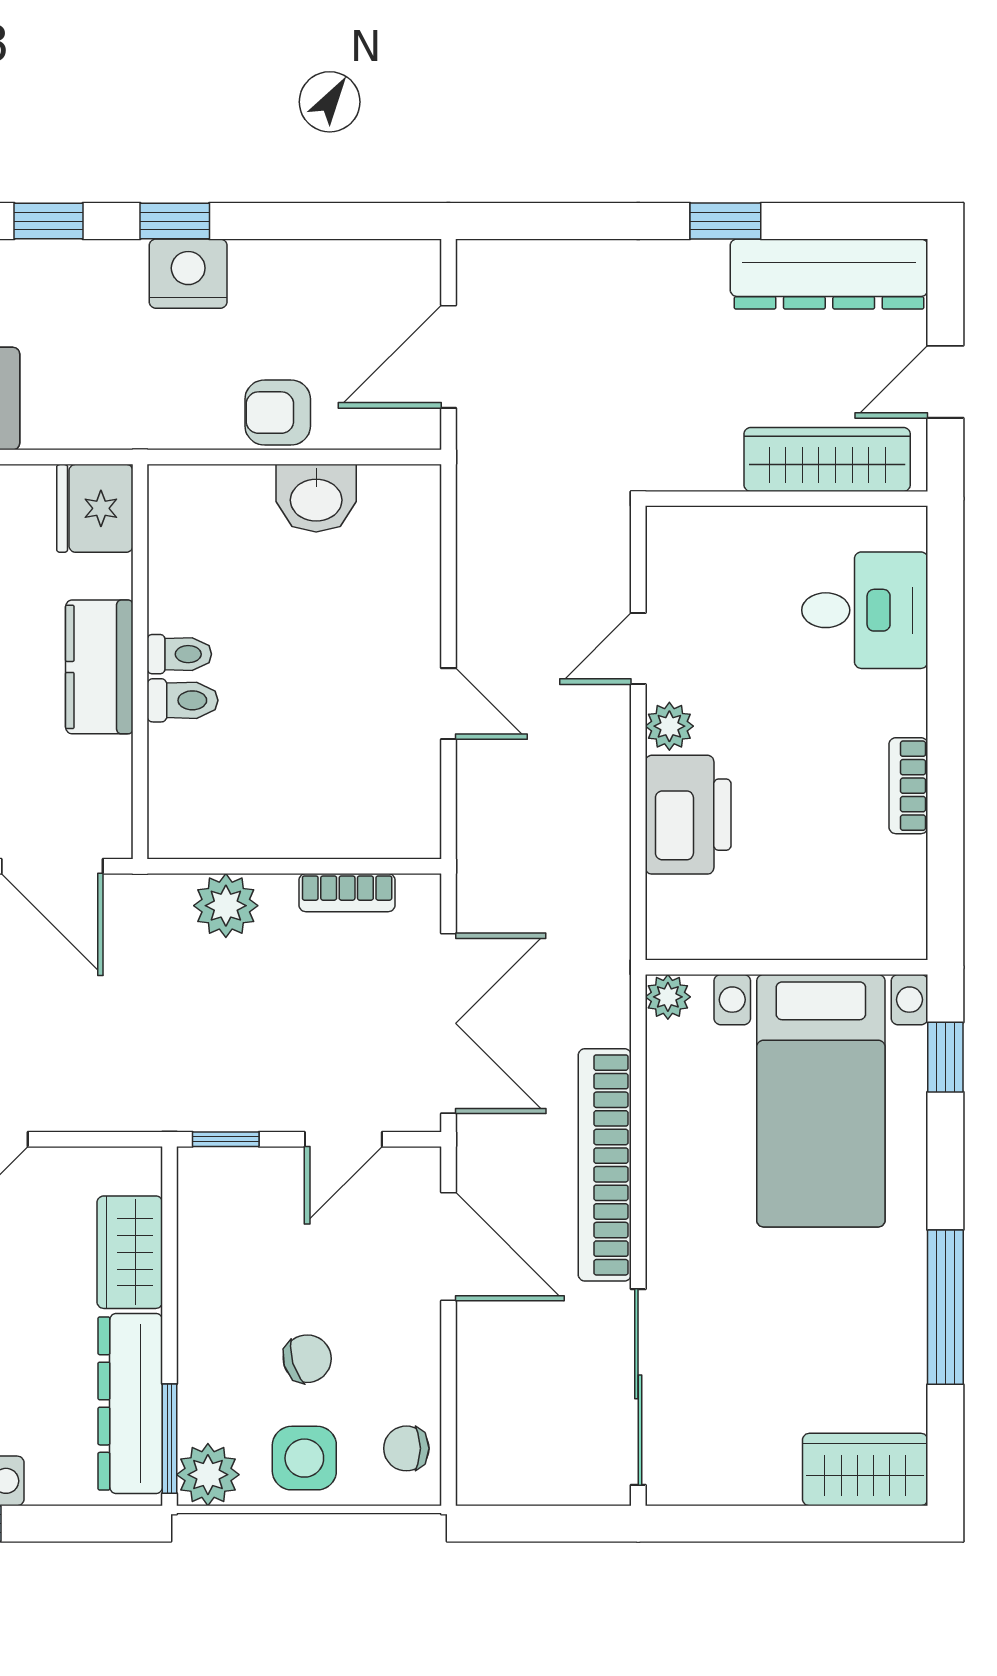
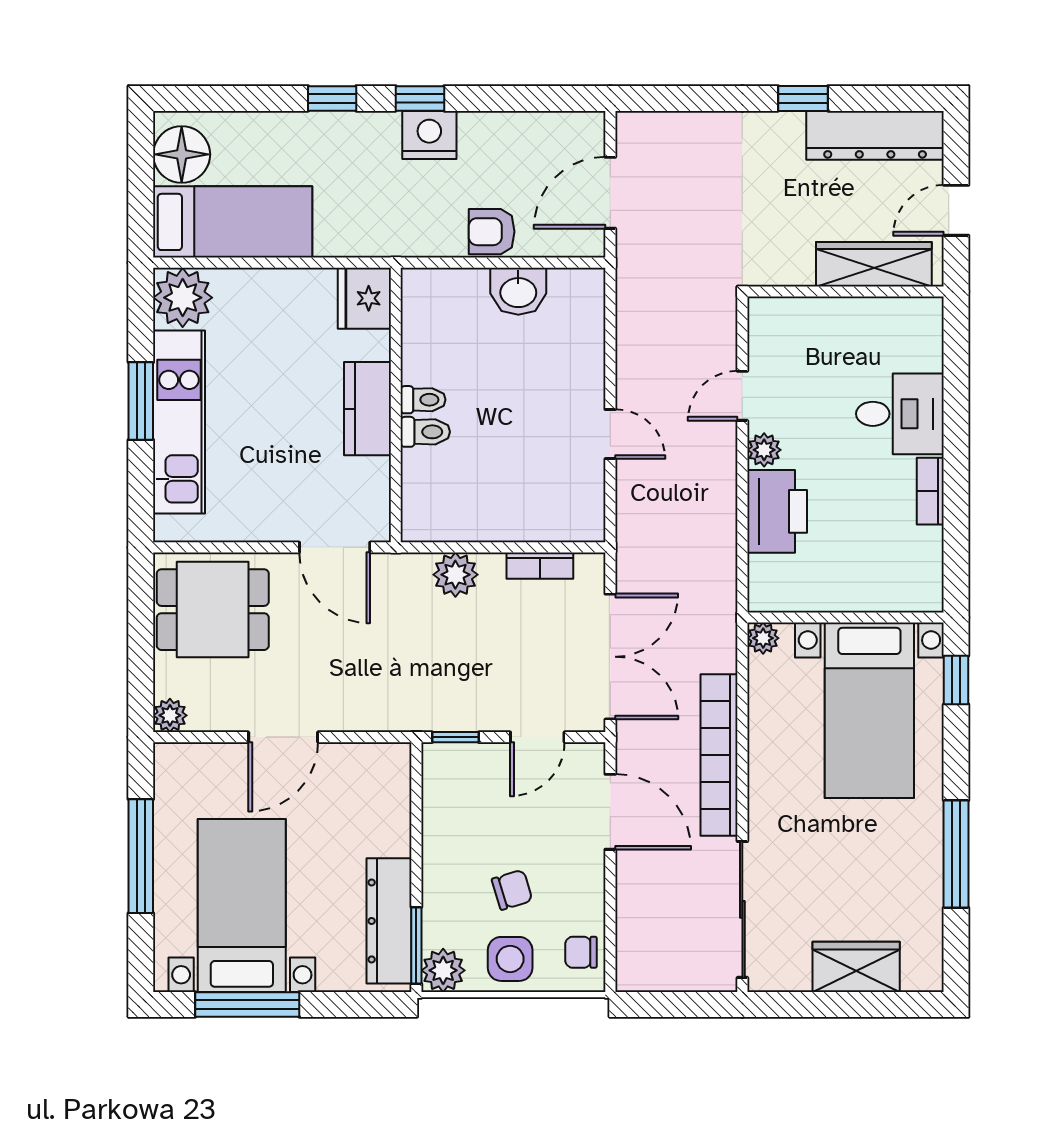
desk: (865, 610) -> (900, 414), moved
wardrobe: (130, 1252) -> (389, 816), removed
wardrobe: (865, 1470) -> (856, 967), moved

